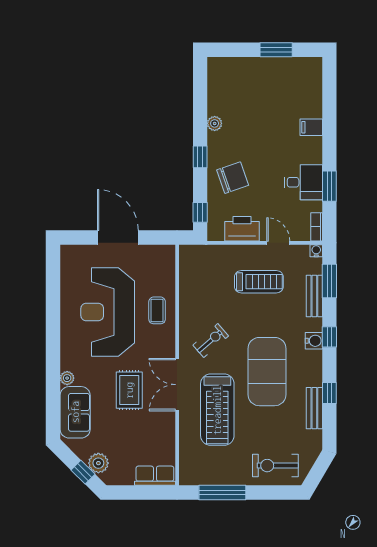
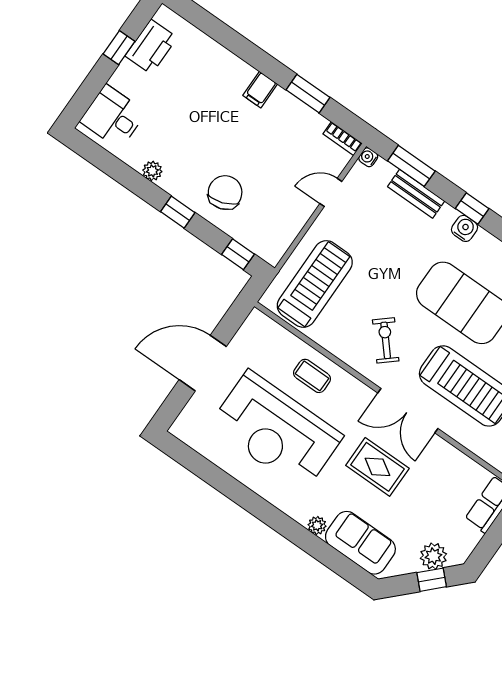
window: (276, 50) -> (119, 48), width x0.67
filing cabinet: (311, 127) -> (260, 90), moved
desk: (303, 182) -> (113, 117), moved, turned -90
printer: (242, 229) -> (151, 47), moved, turned 180
treadmill: (259, 282) -> (315, 284), moved, width x1.37, depth x1.38

